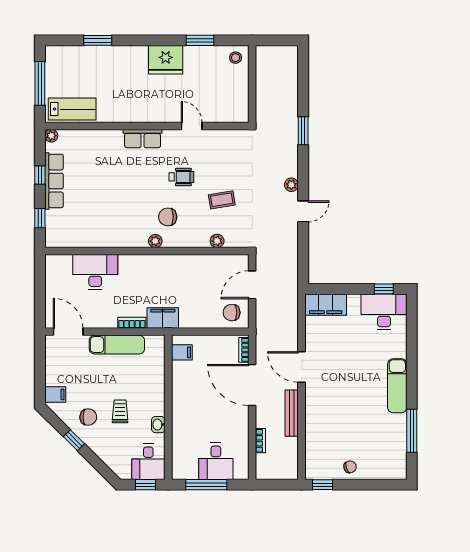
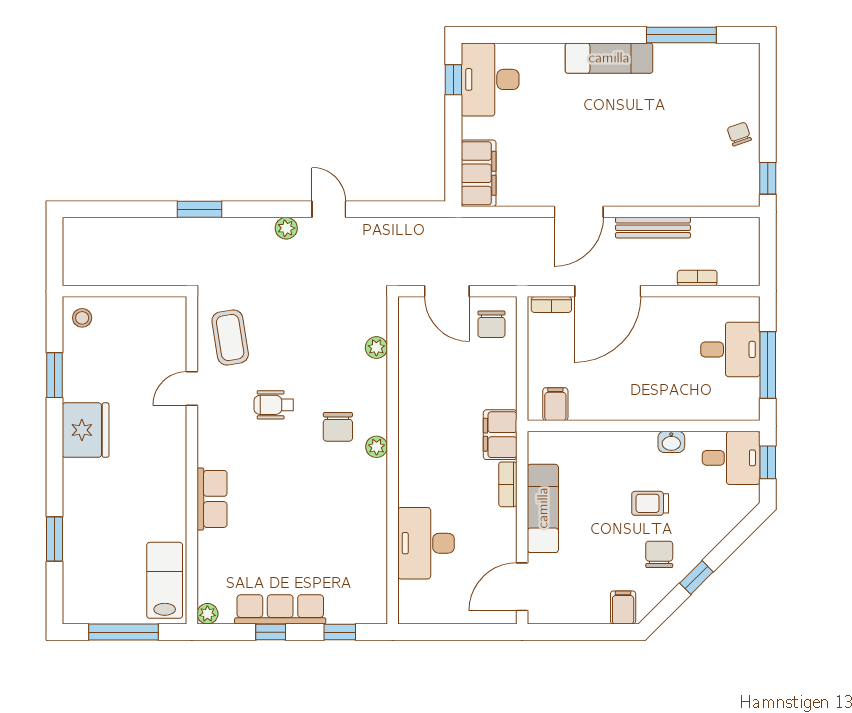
row of seats: (143, 139) -> (212, 499), moved
wheelchair: (181, 177) -> (274, 405), turned -90
coffee table: (222, 200) -> (230, 337), moved, width x1.36, depth x1.30

